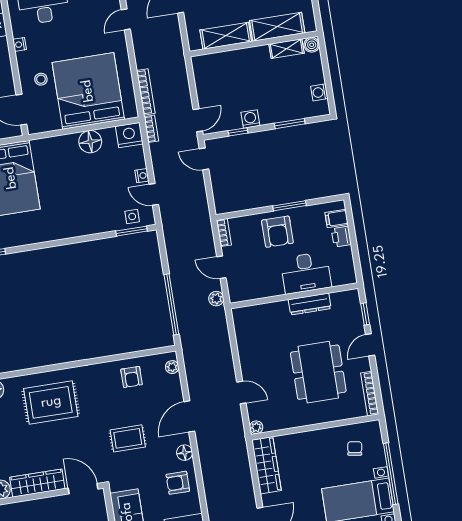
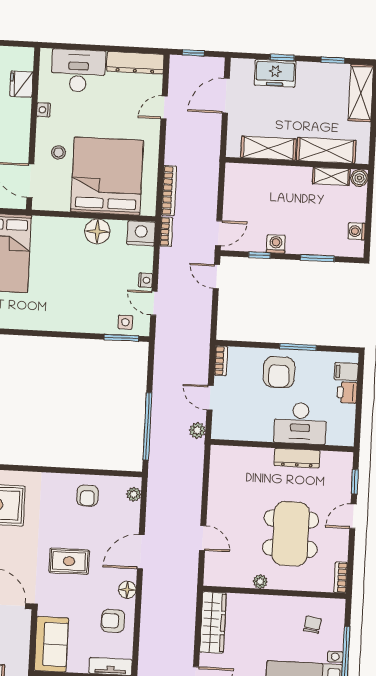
bookcase: (370, 394) -> (341, 578), width x0.64
plant: (256, 427) -> (260, 582), moved

